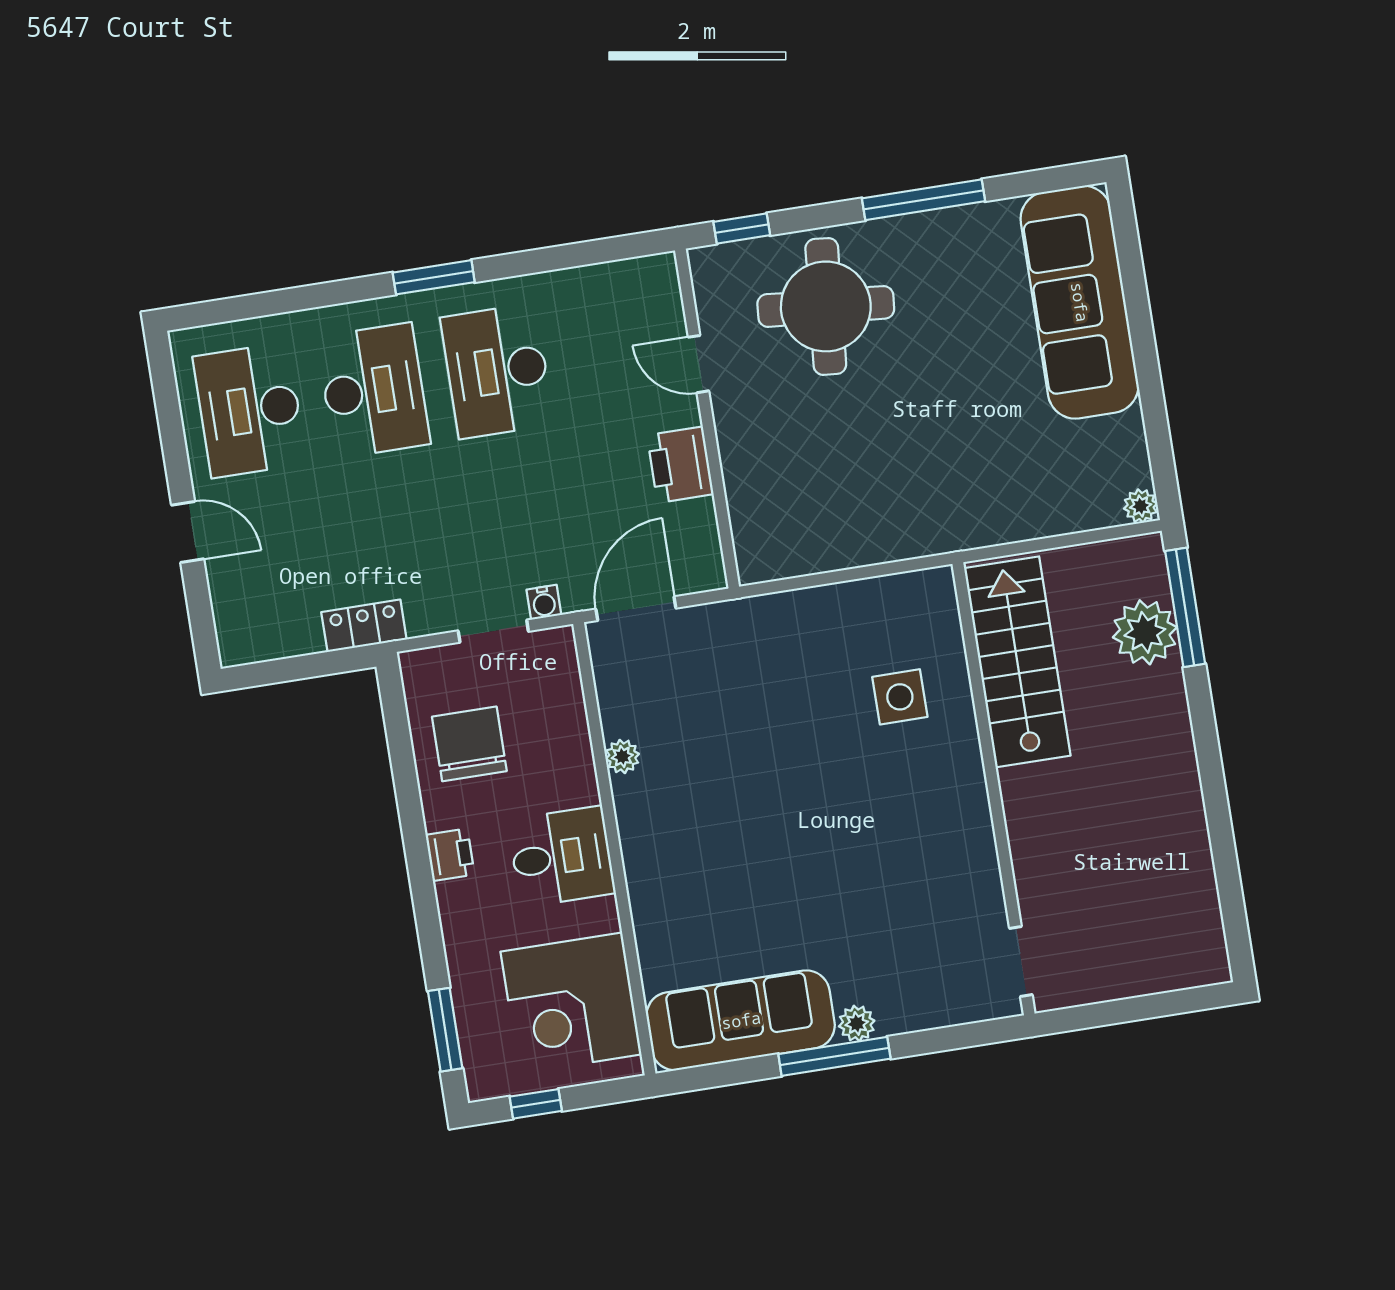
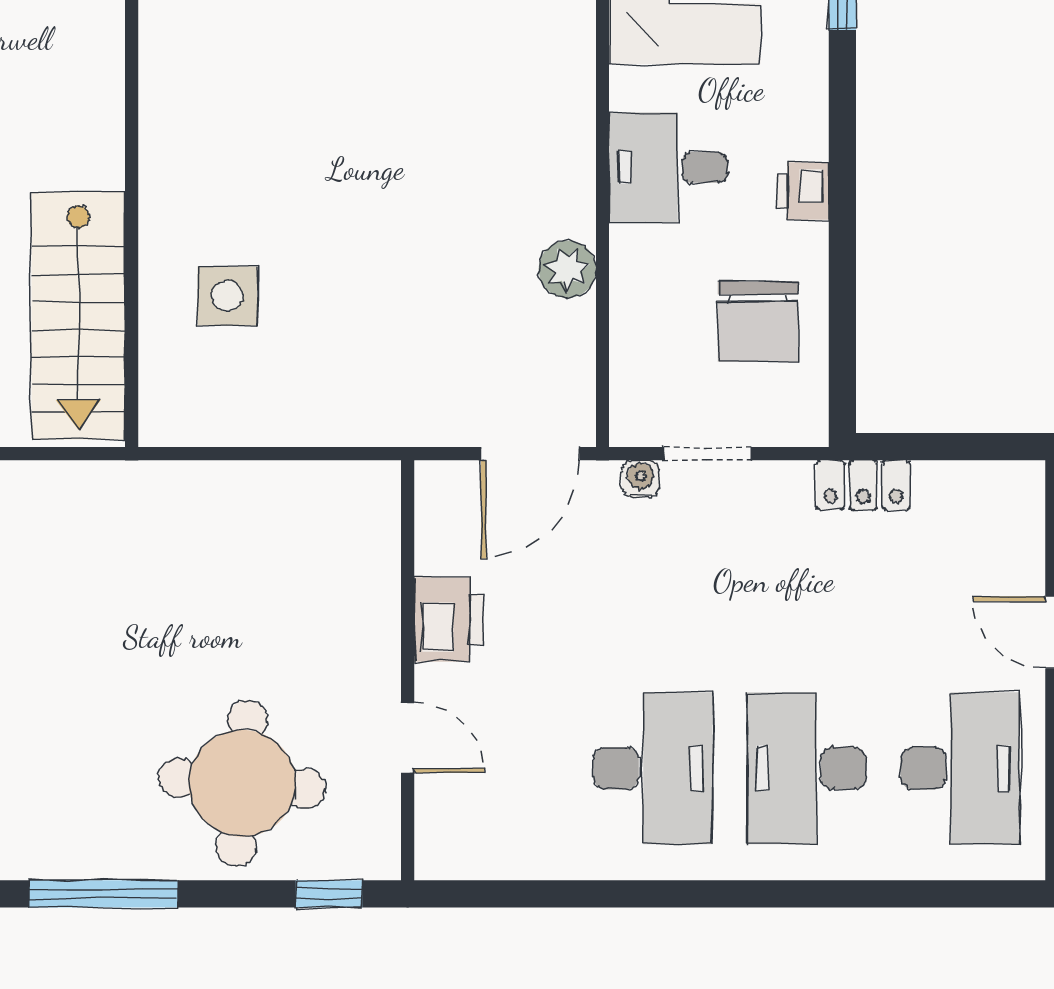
window: (434, 277) -> (712, 894), removed
plant: (622, 756) -> (567, 269), width x1.38, depth x1.38

